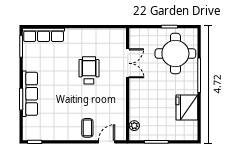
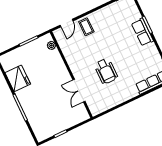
round table: (175, 54) -> (46, 115), removed
row of seats: (30, 94) -> (142, 32), width x0.68

